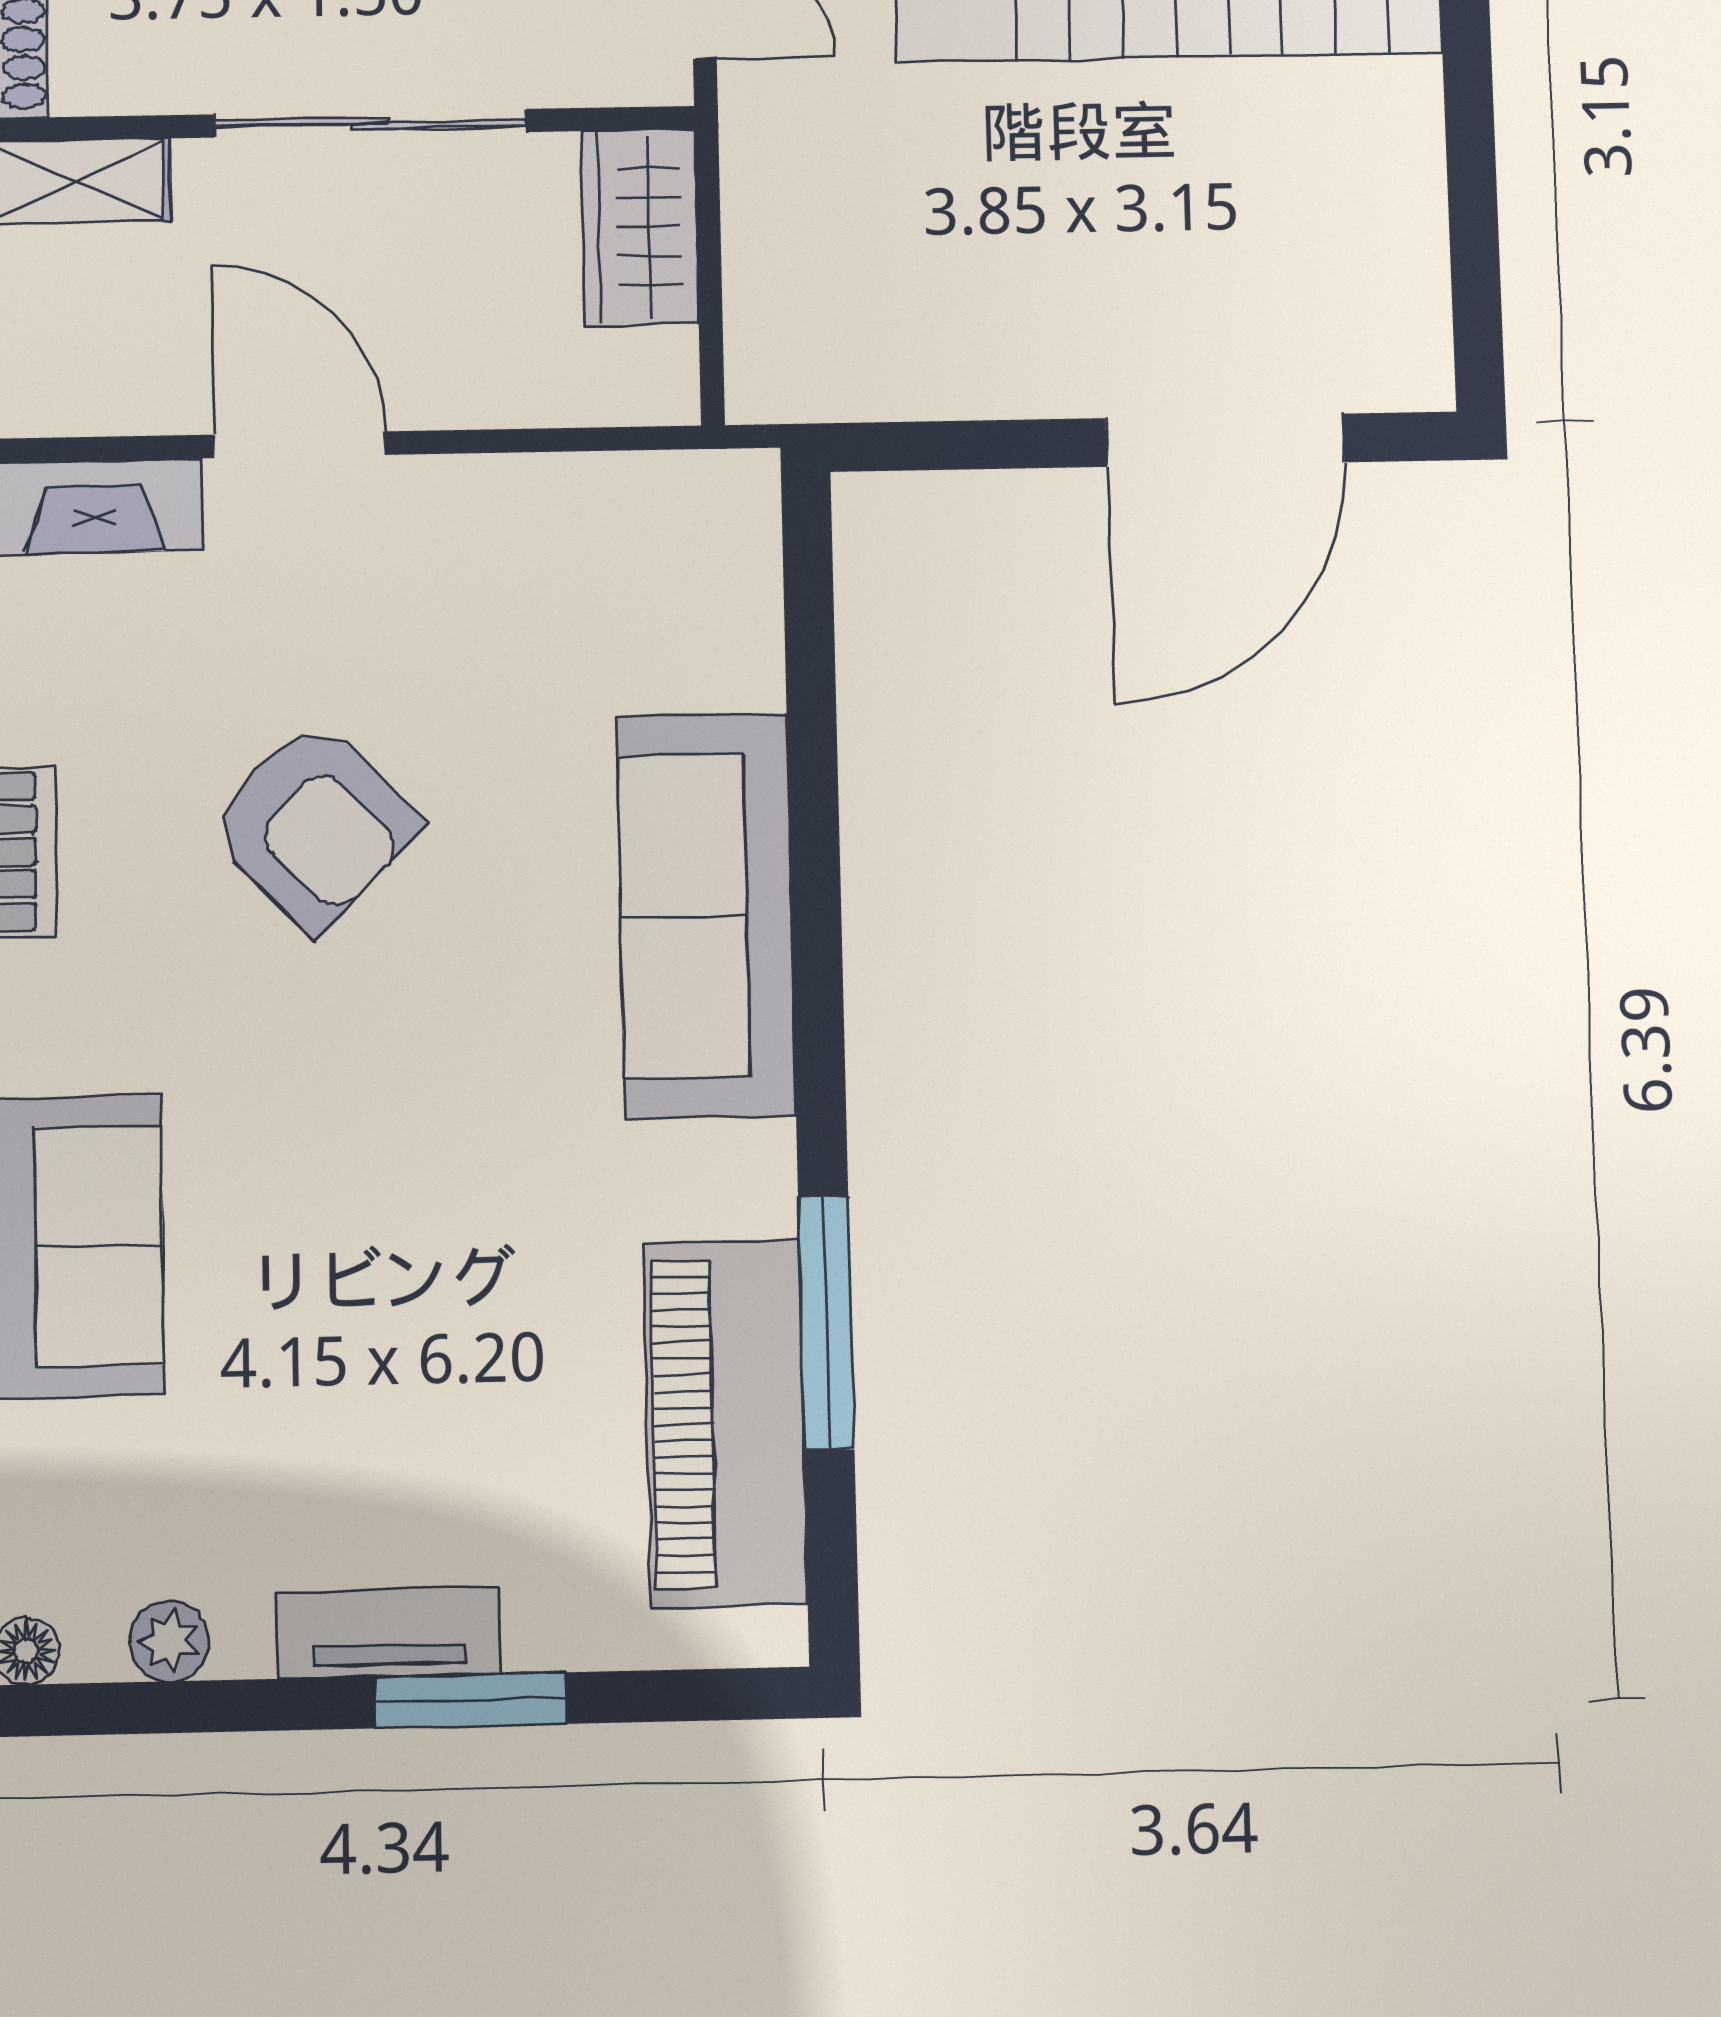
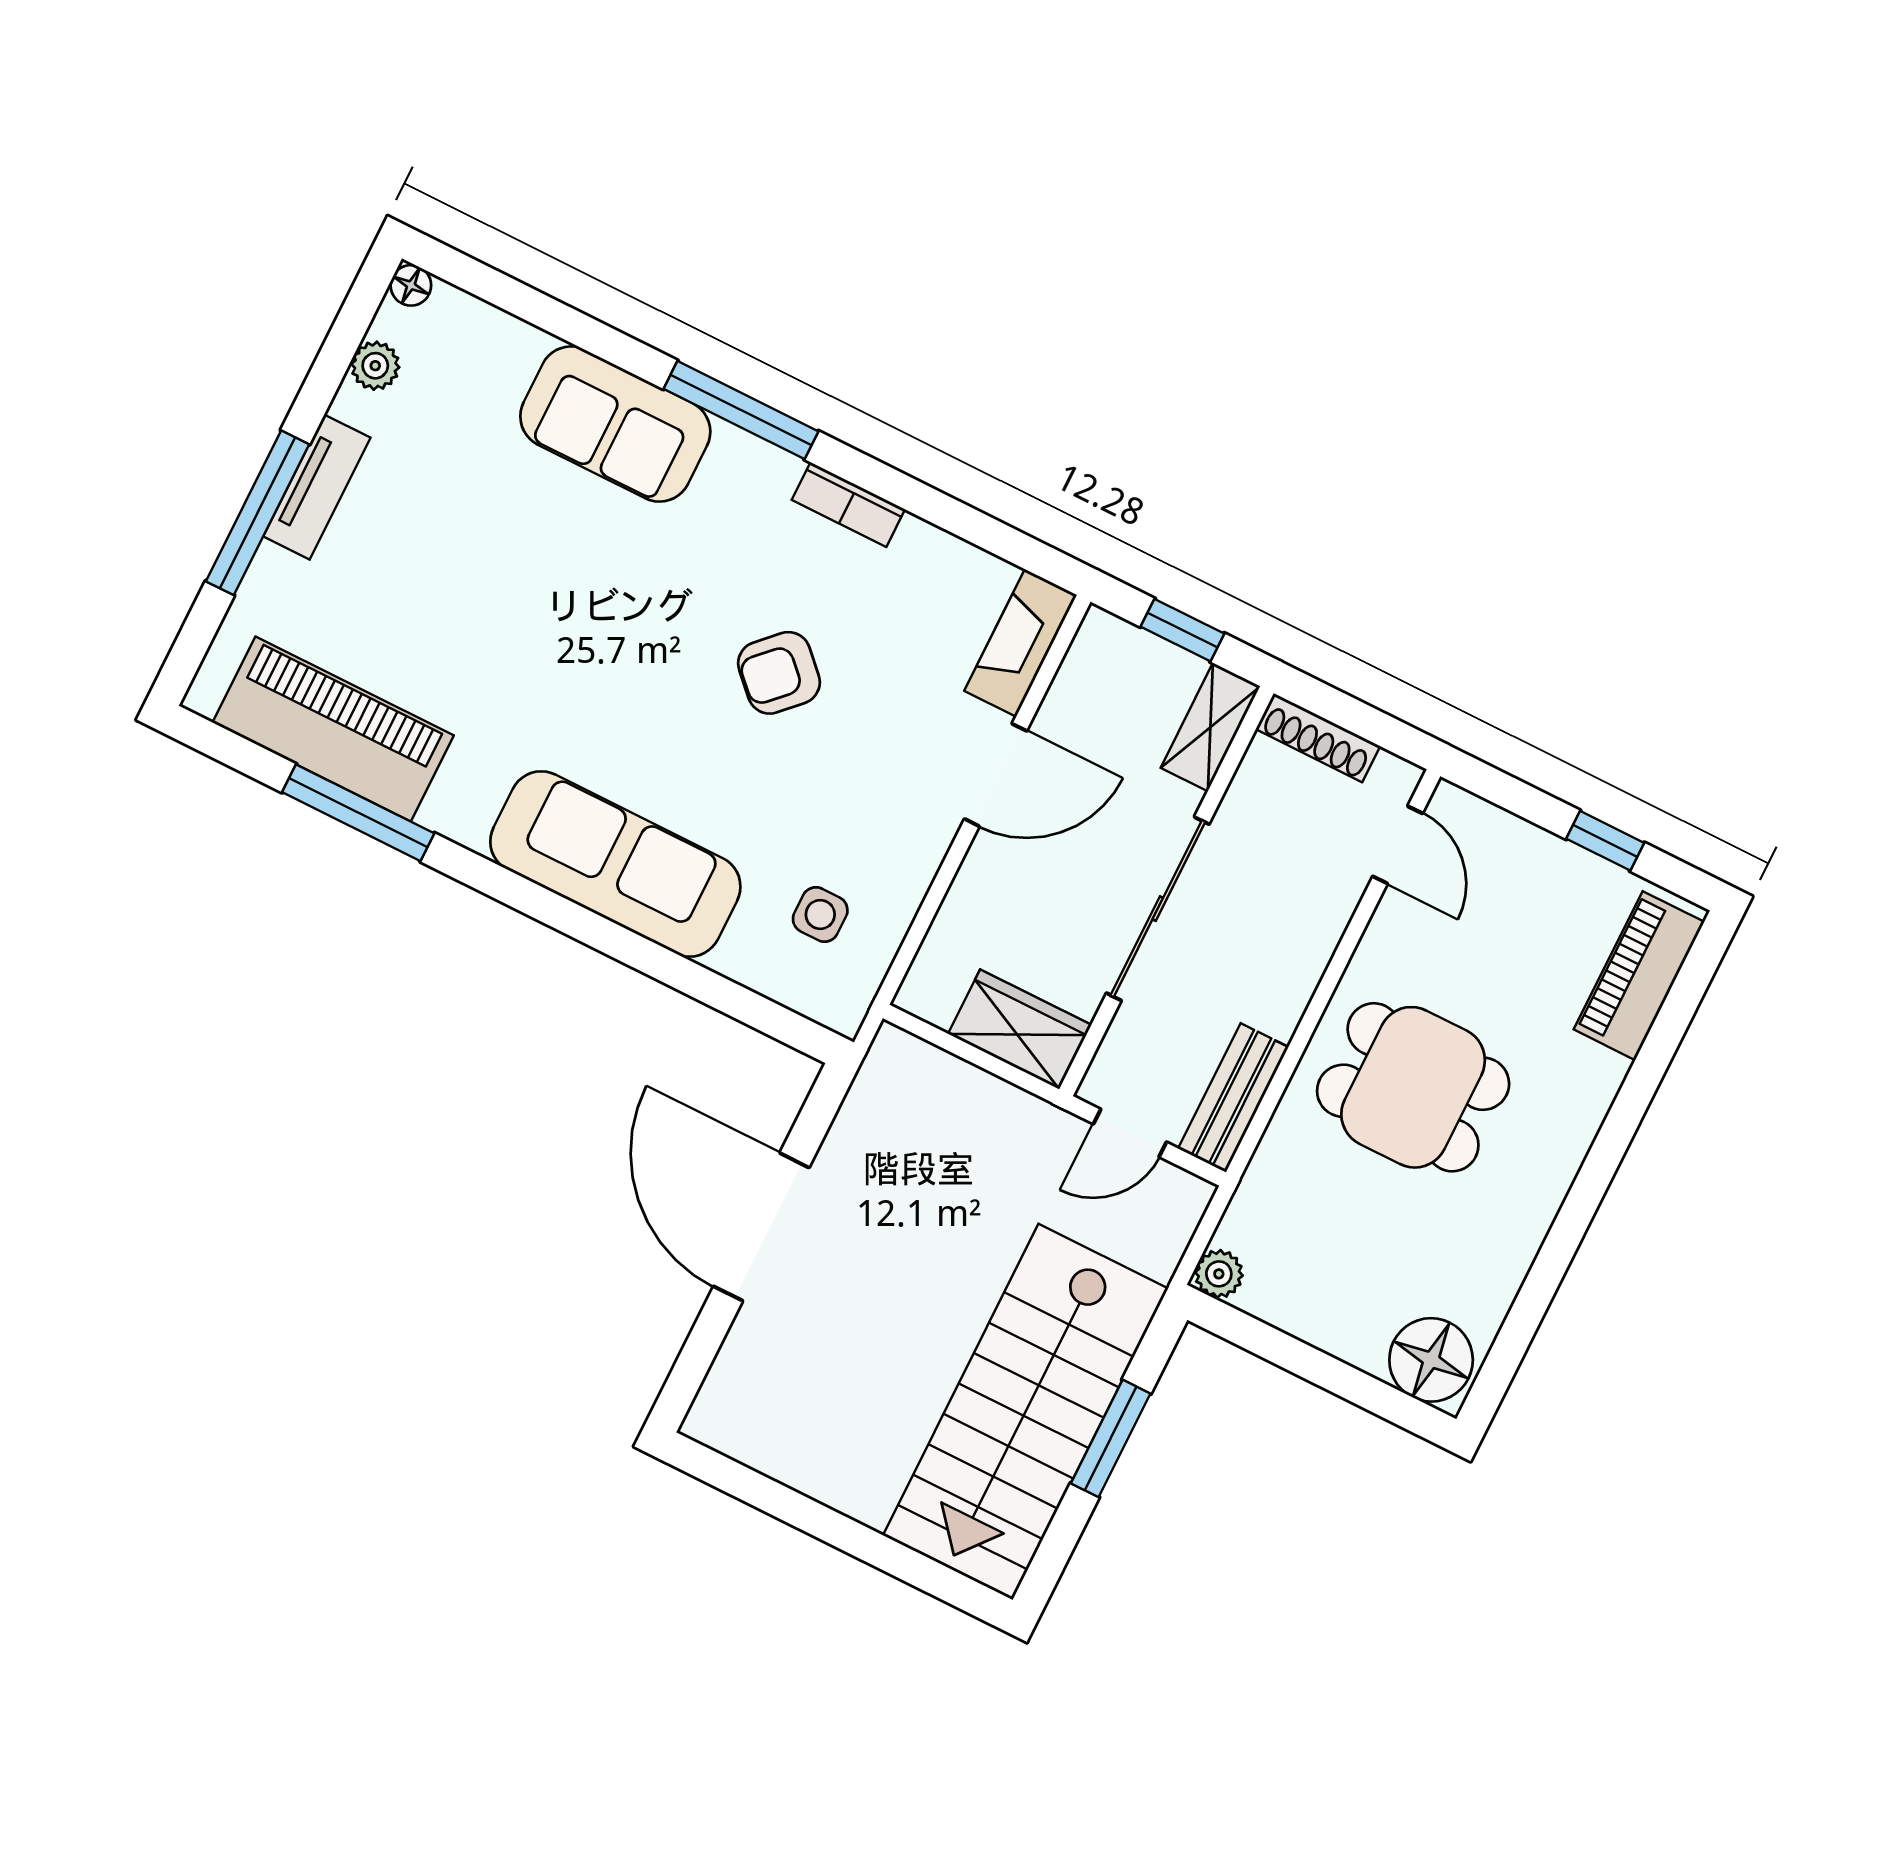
door: (1225, 440) -> (761, 1227), moved
side table: (625, 588) -> (820, 914), added
armchair: (313, 825) -> (779, 673), width x0.72, depth x0.72
window: (471, 1700) -> (258, 513), width x1.44

